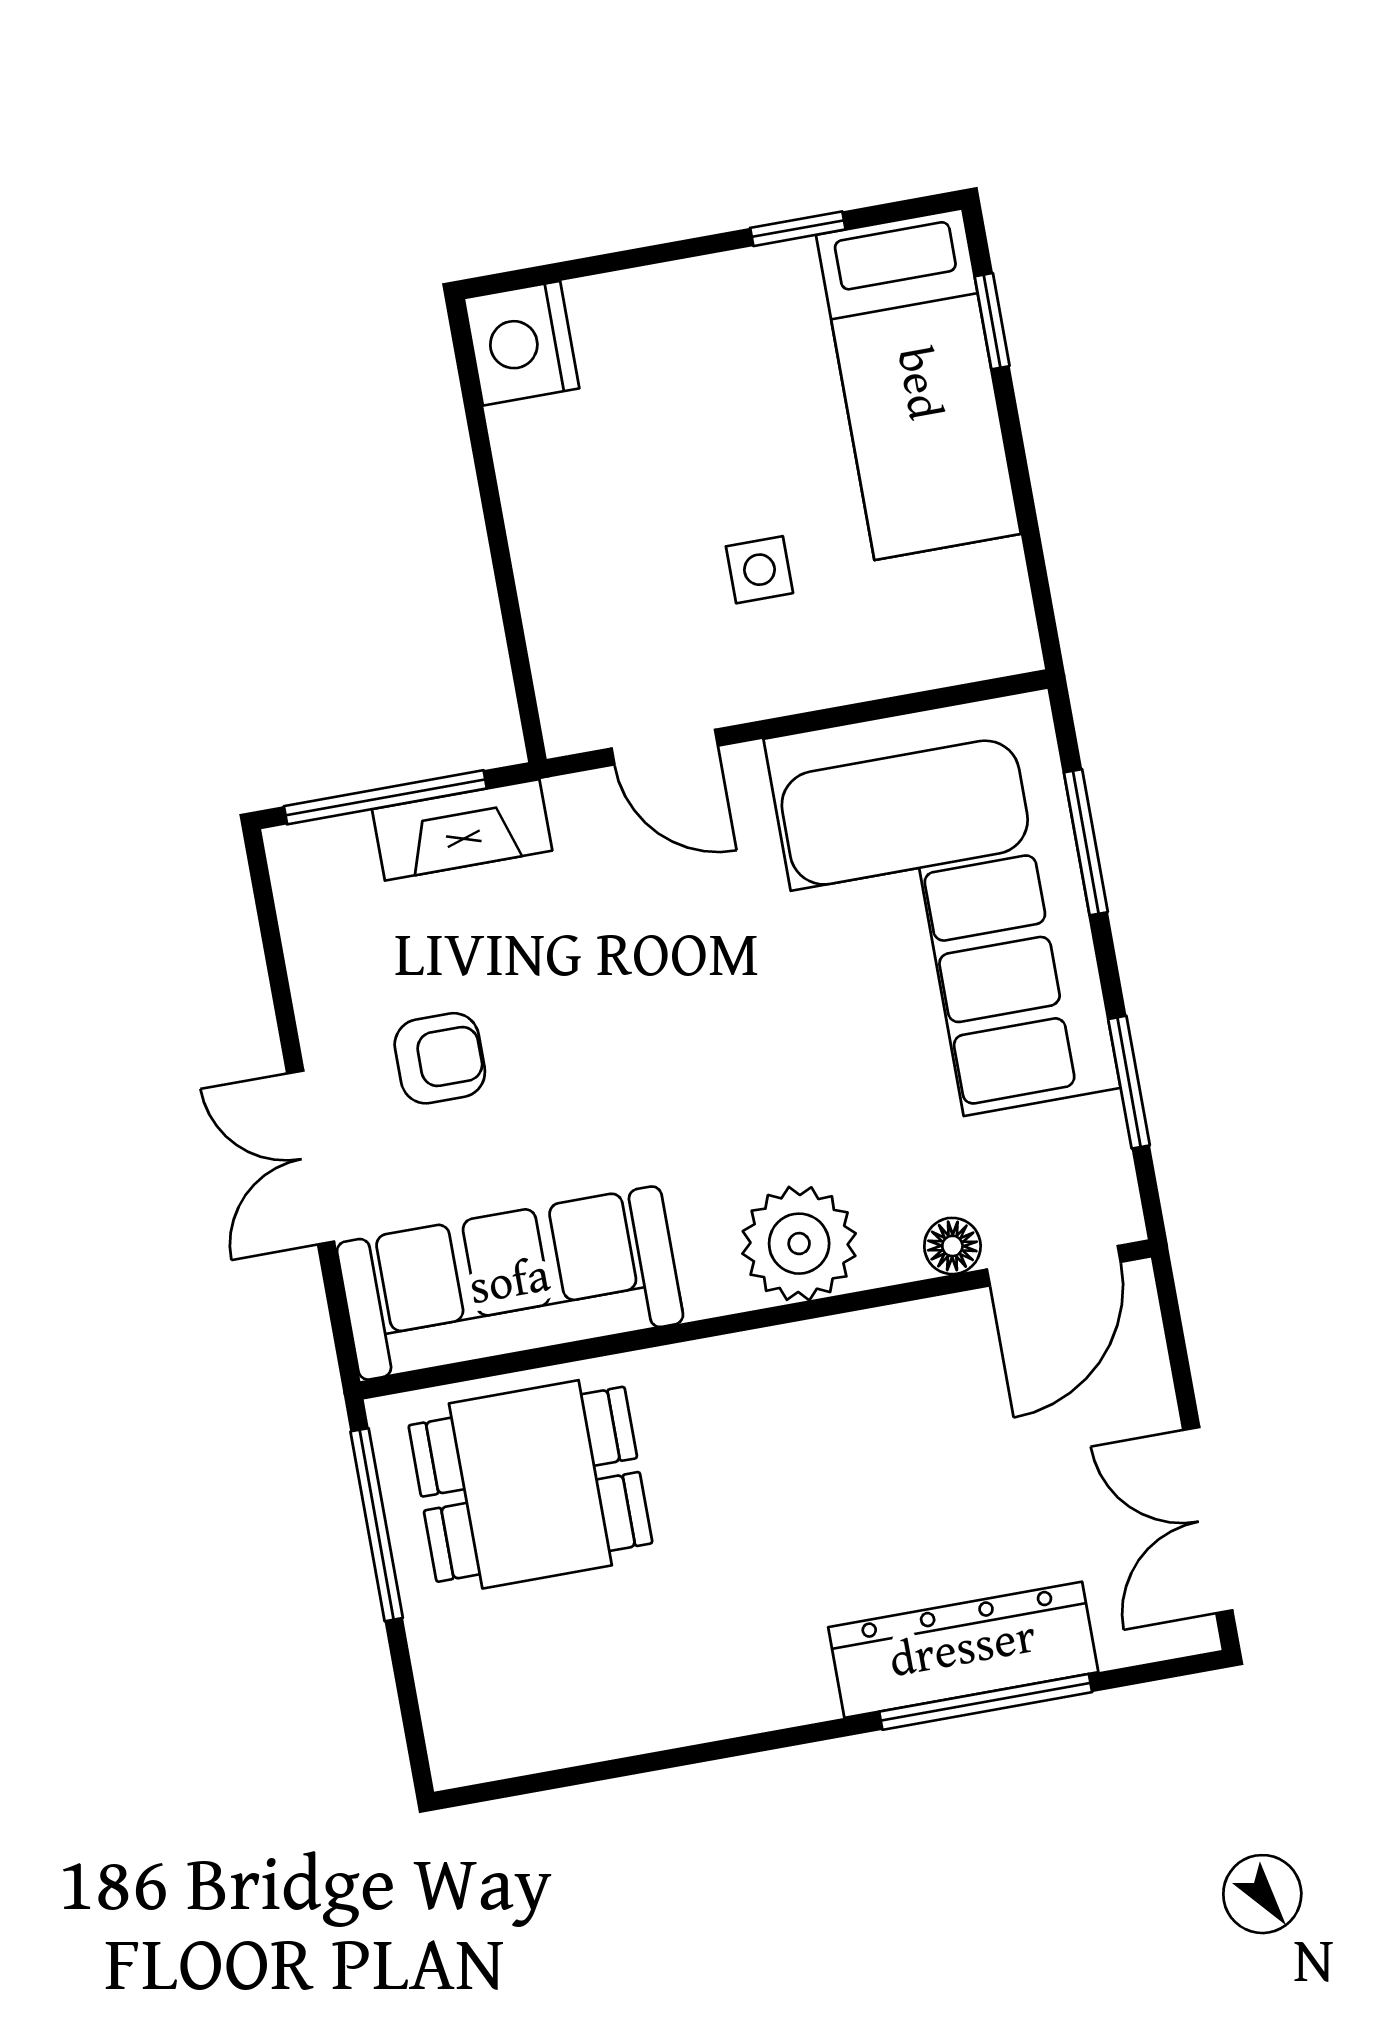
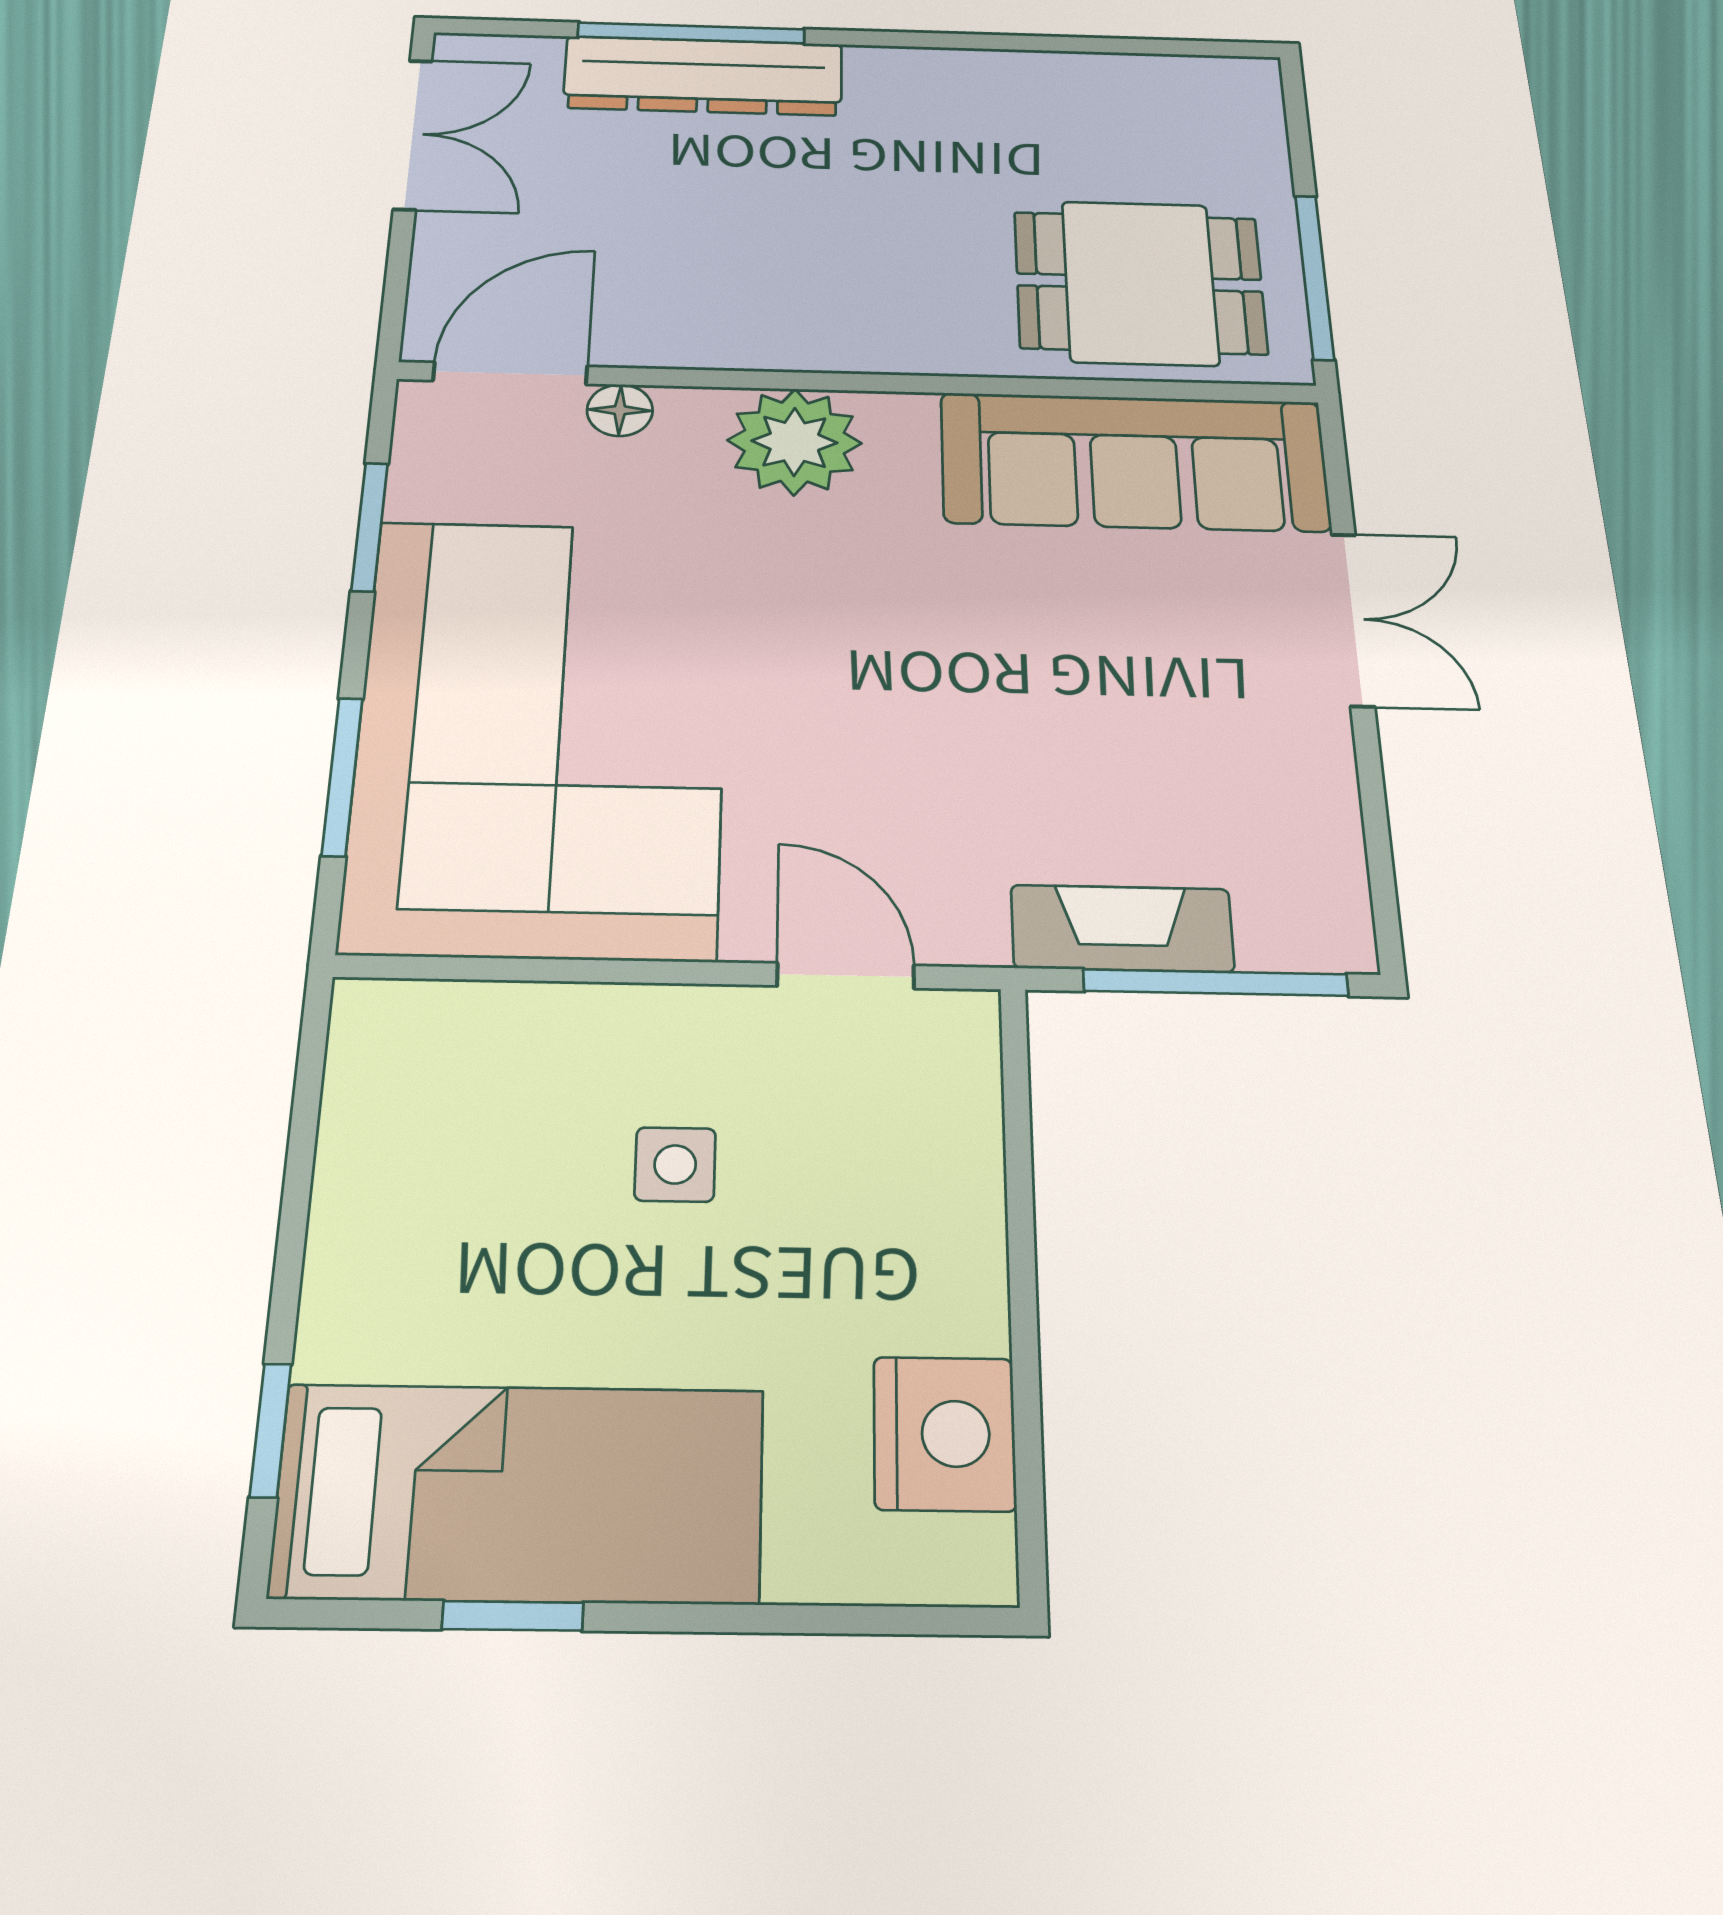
nightstand: (522, 343) -> (944, 1434), moved
bed: (918, 384) -> (520, 1493), moved, turned 90
armchair: (440, 1058) -> (1185, 691), removed

